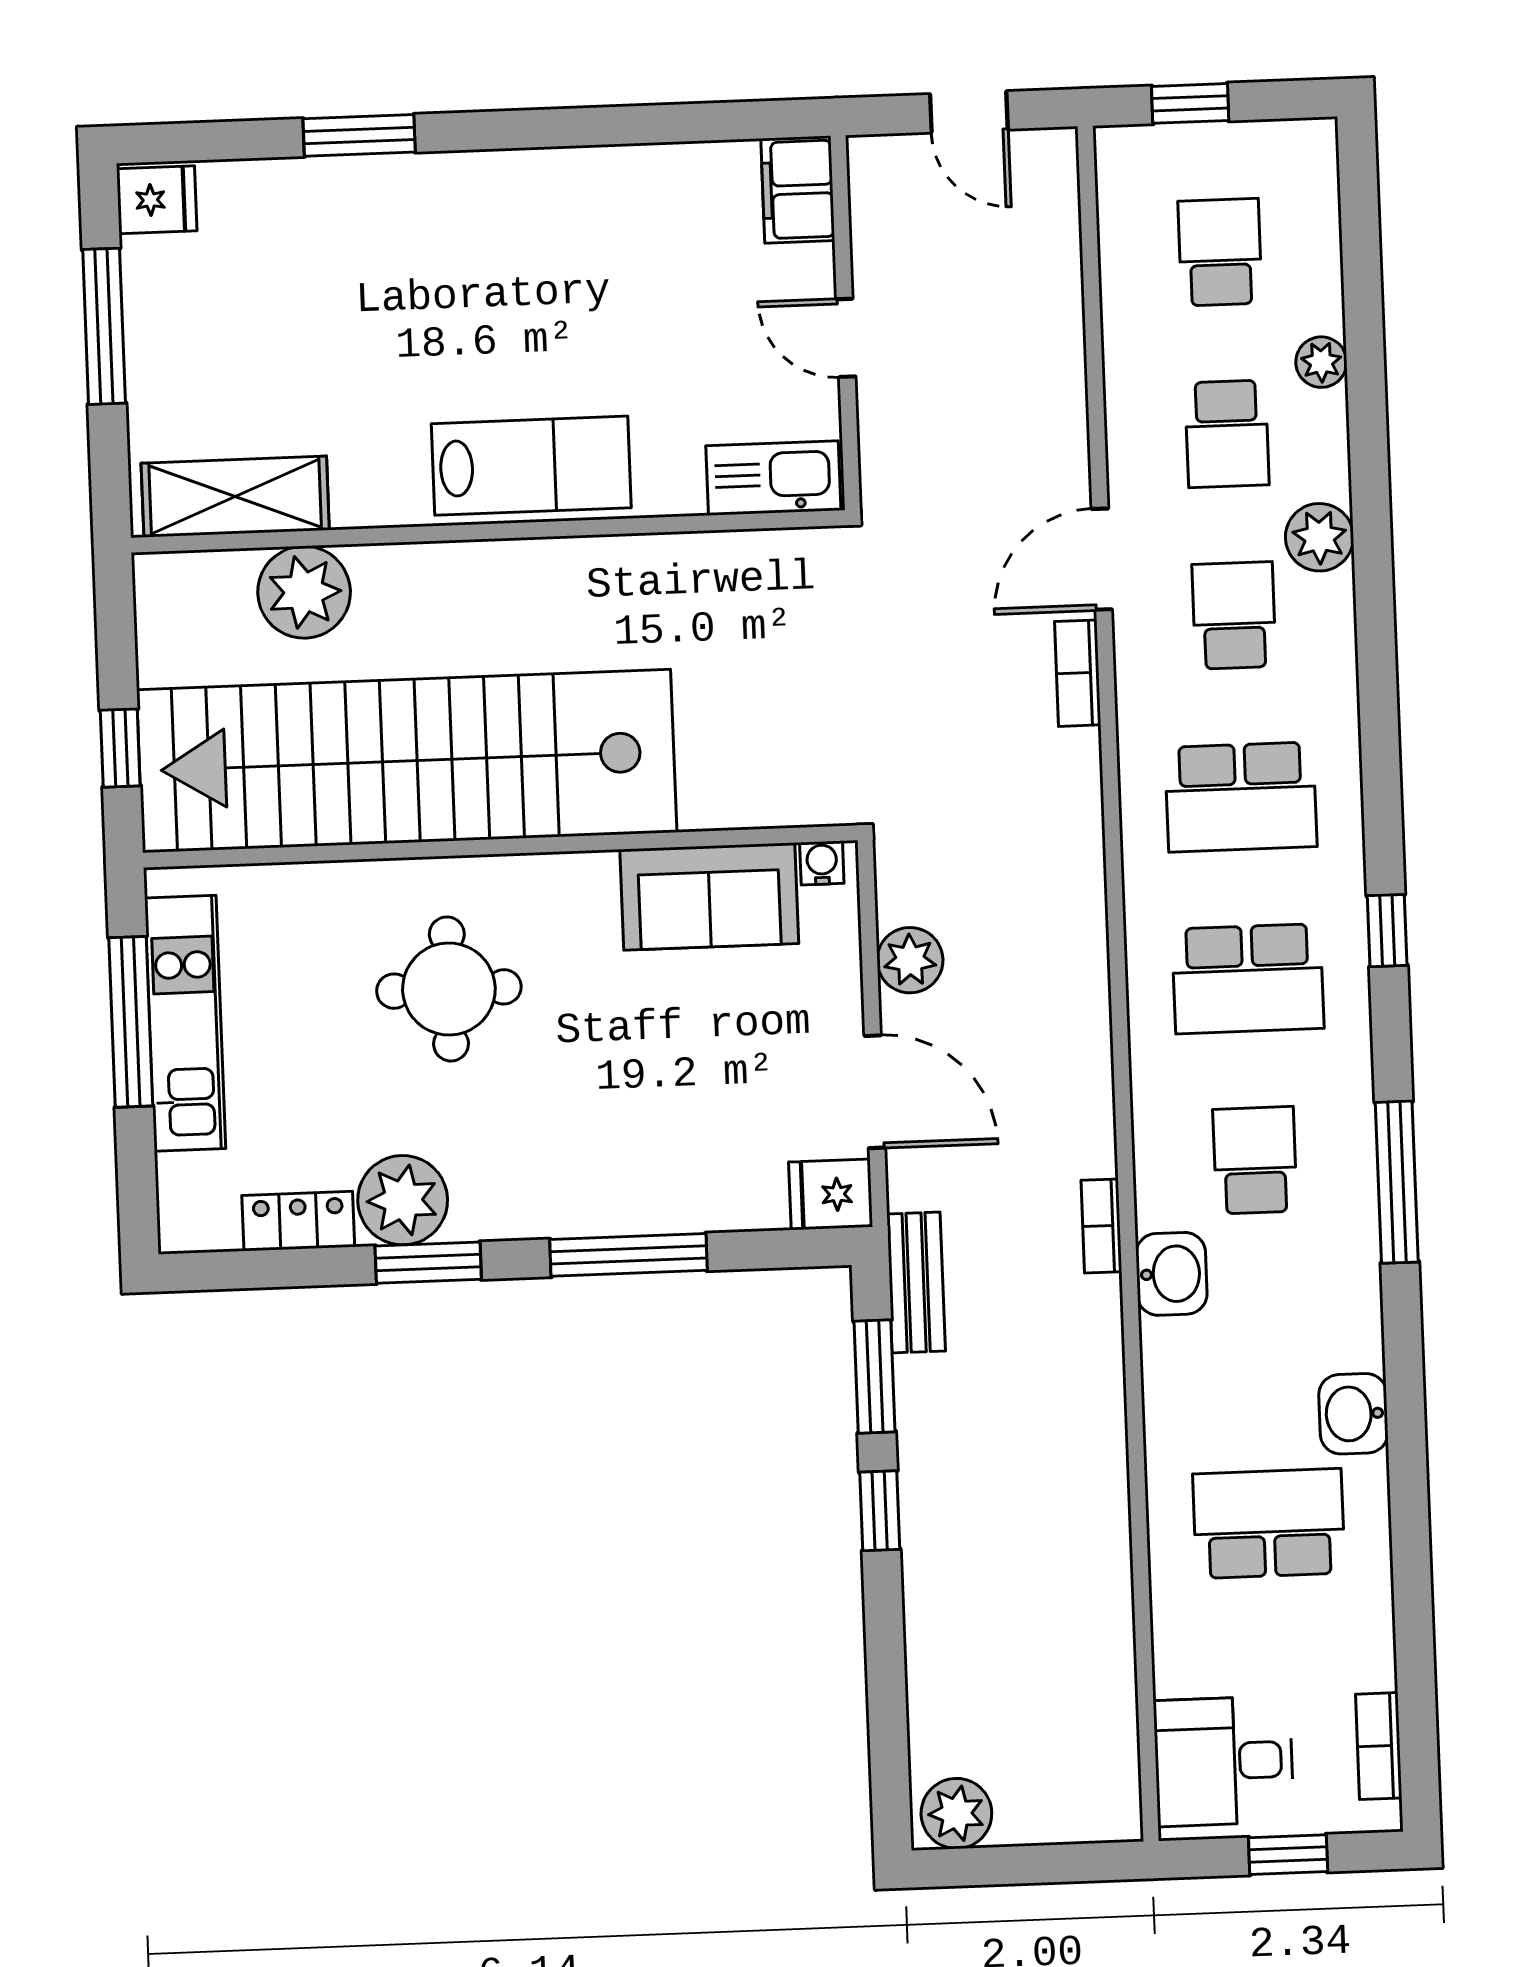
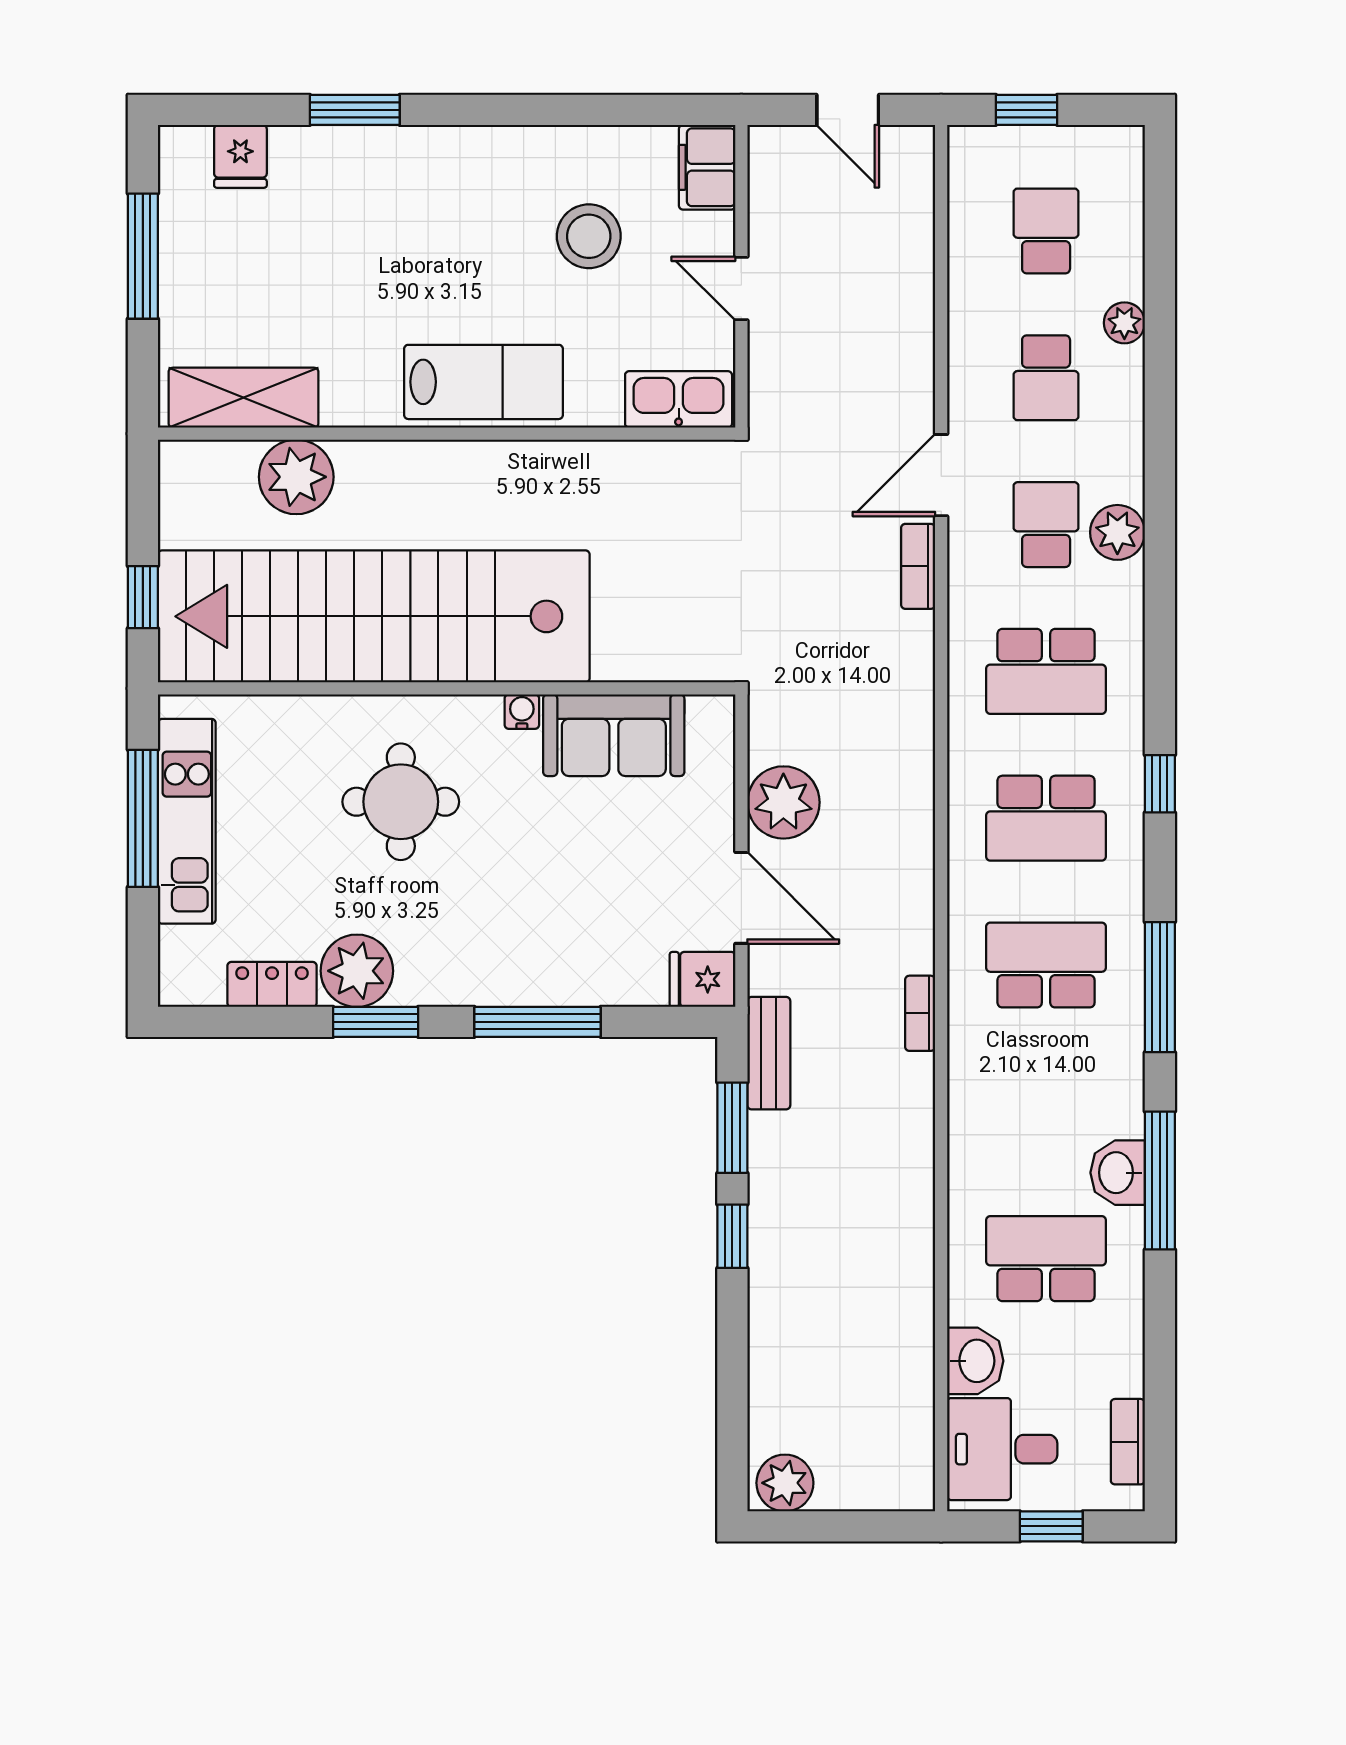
fridge: (157, 200) -> (240, 156), moved, turned 90
stool: (655, 280) -> (589, 236), added
plant: (1319, 537) -> (1117, 532), moved
water cooler: (822, 863) -> (522, 712), moved
plant: (910, 960) -> (783, 802), width x1.36, depth x1.36
school desk: (1255, 1160) -> (1046, 965), width x1.85
washbasin: (1171, 1274) -> (975, 1361), moved
window: (1406, 1421) -> (1160, 1180), added

